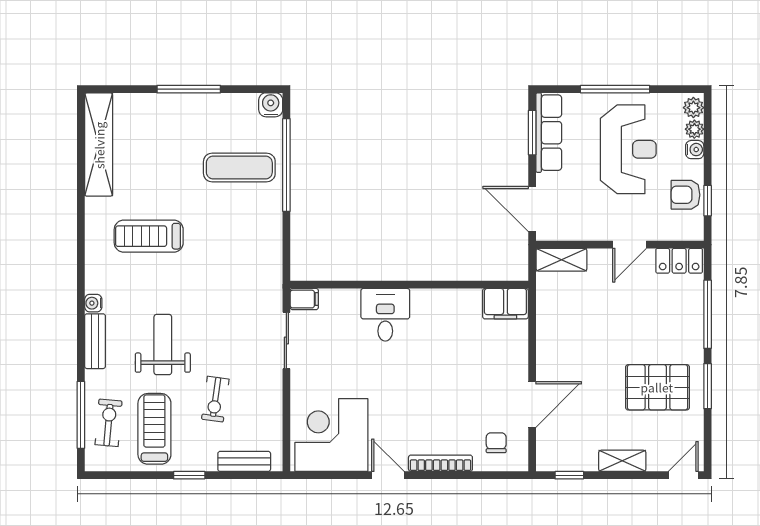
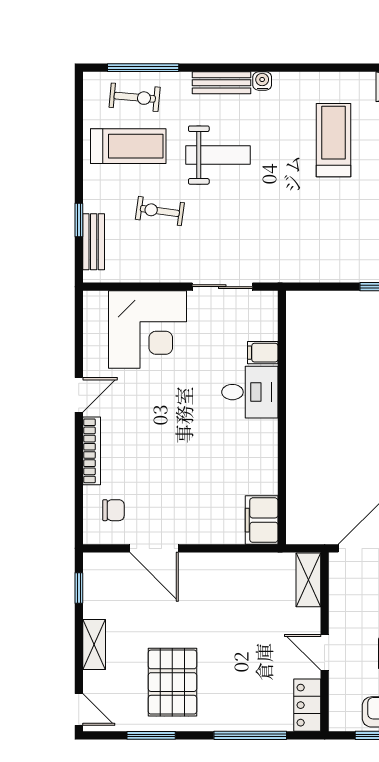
filing cabinet: (304, 299) -> (263, 353), moved, turned 90
window: (708, 386) -> (151, 735), moved
corner desk: (331, 435) -> (148, 330), moved, turned 90
window: (189, 475) -> (79, 220), moved

